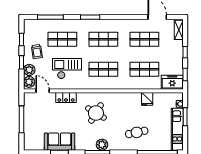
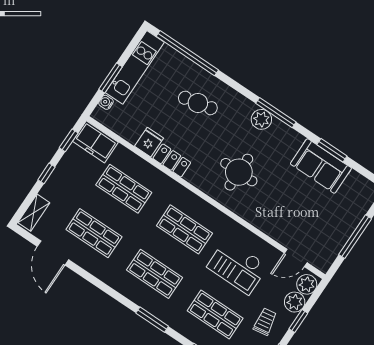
door: (43, 91) -> (296, 258), hinge flipped
locker: (66, 97) -> (172, 160), moved
round table: (96, 113) -> (239, 172), turned -31

